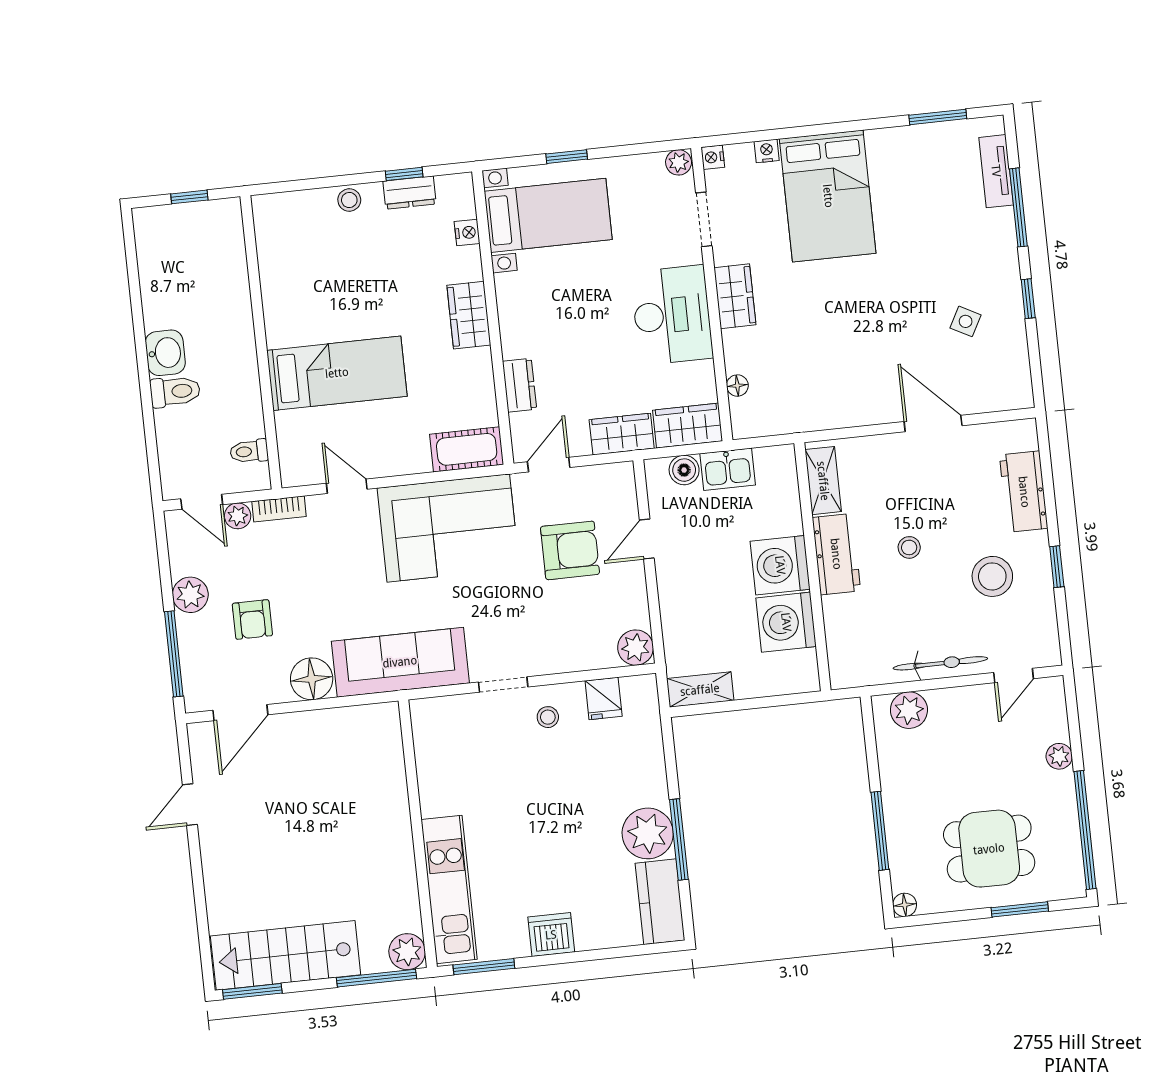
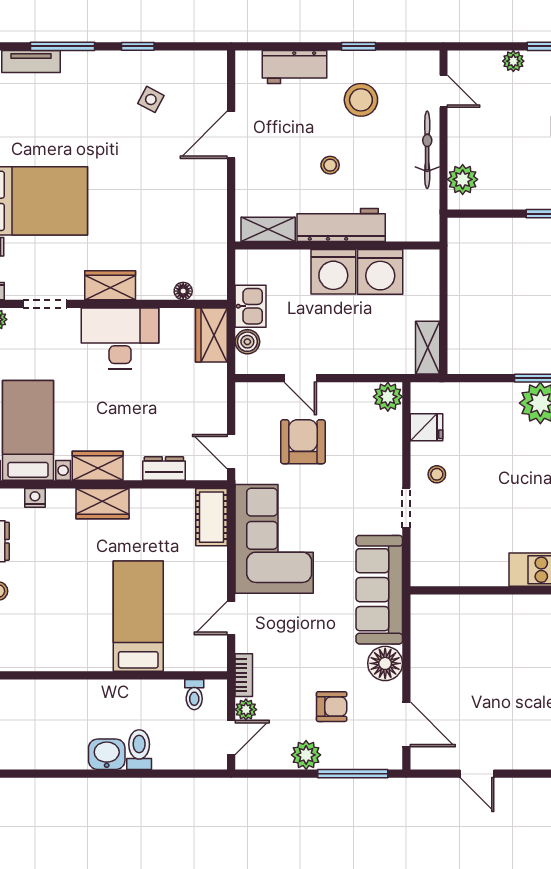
wardrobe: (622, 434) -> (98, 466), moved, turned 90
workbench: (836, 554) -> (341, 225), width x1.37

